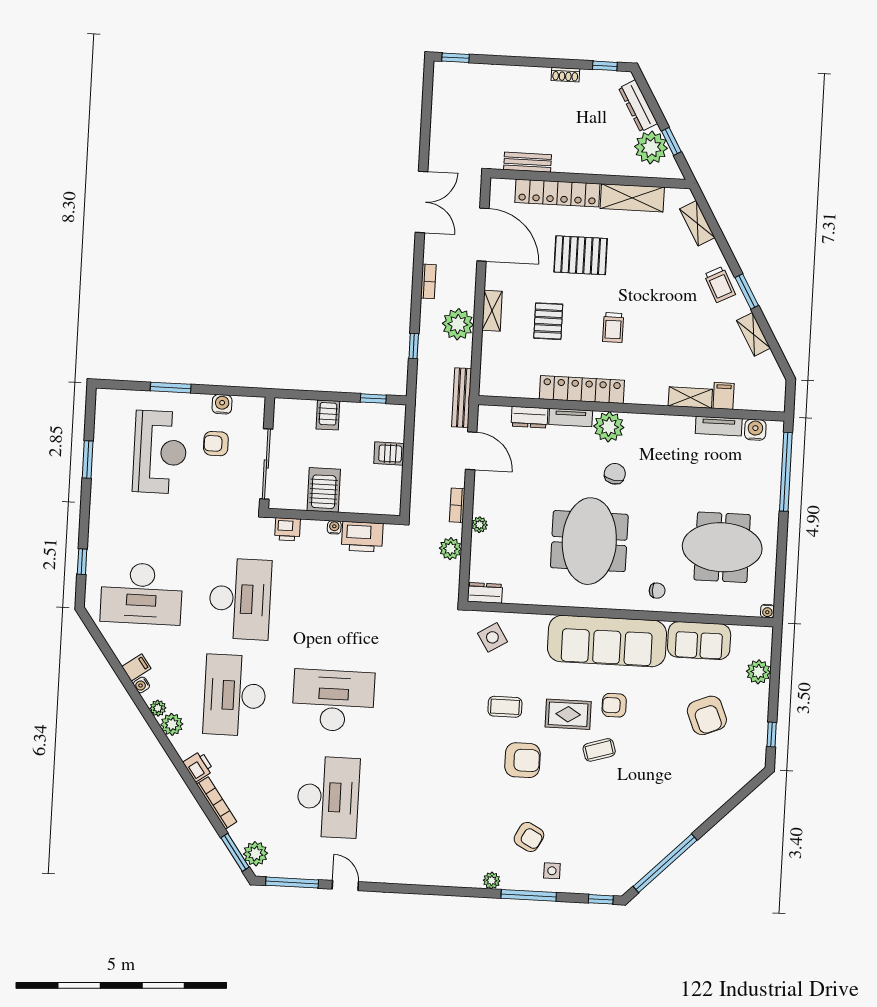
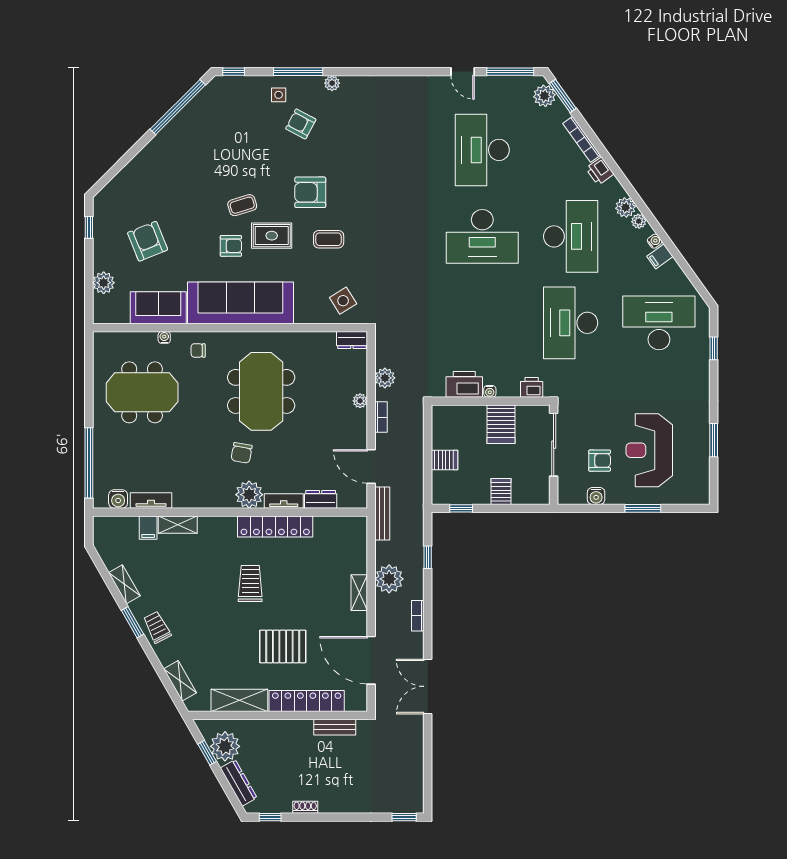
pallet: (548, 321) -> (309, 586), removed
trolley: (613, 327) -> (250, 584), width x1.36, depth x1.39
water cooler: (767, 611) -> (164, 337), moved

